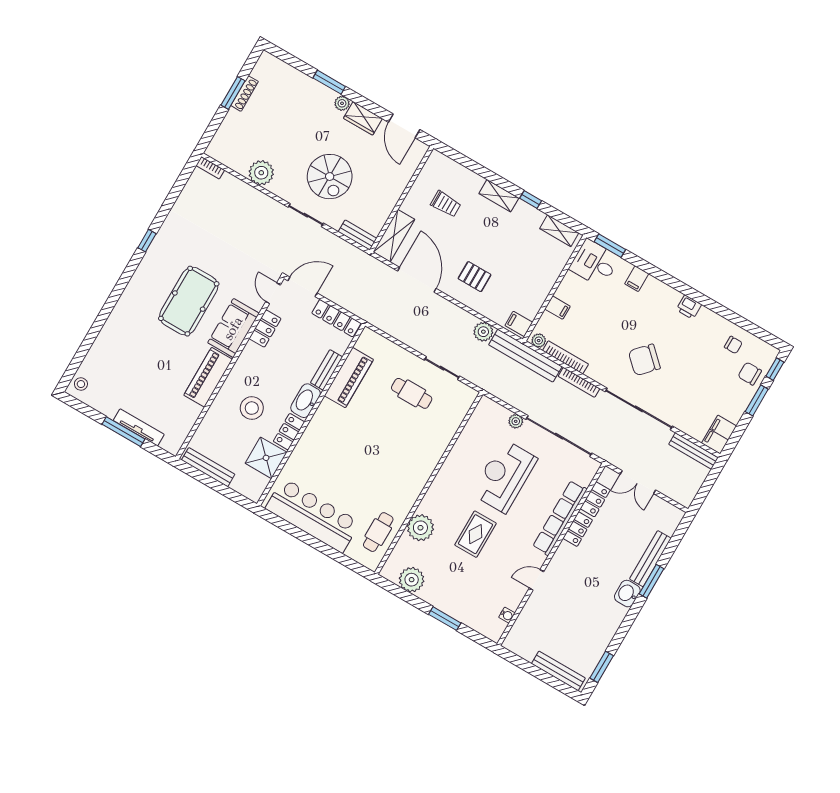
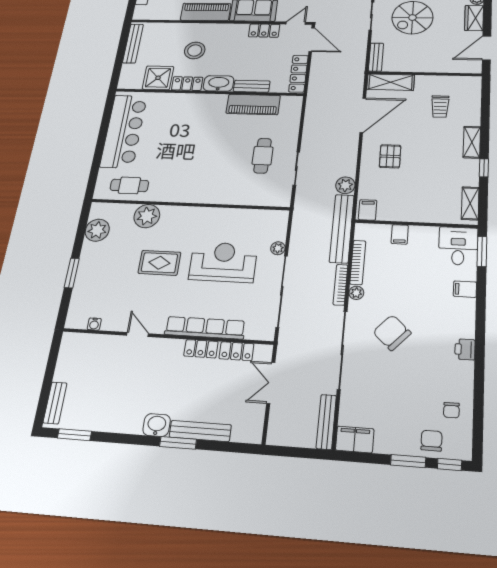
plant: (539, 341) -> (356, 293), moved
bench: (558, 671) -> (55, 403), width x0.73

